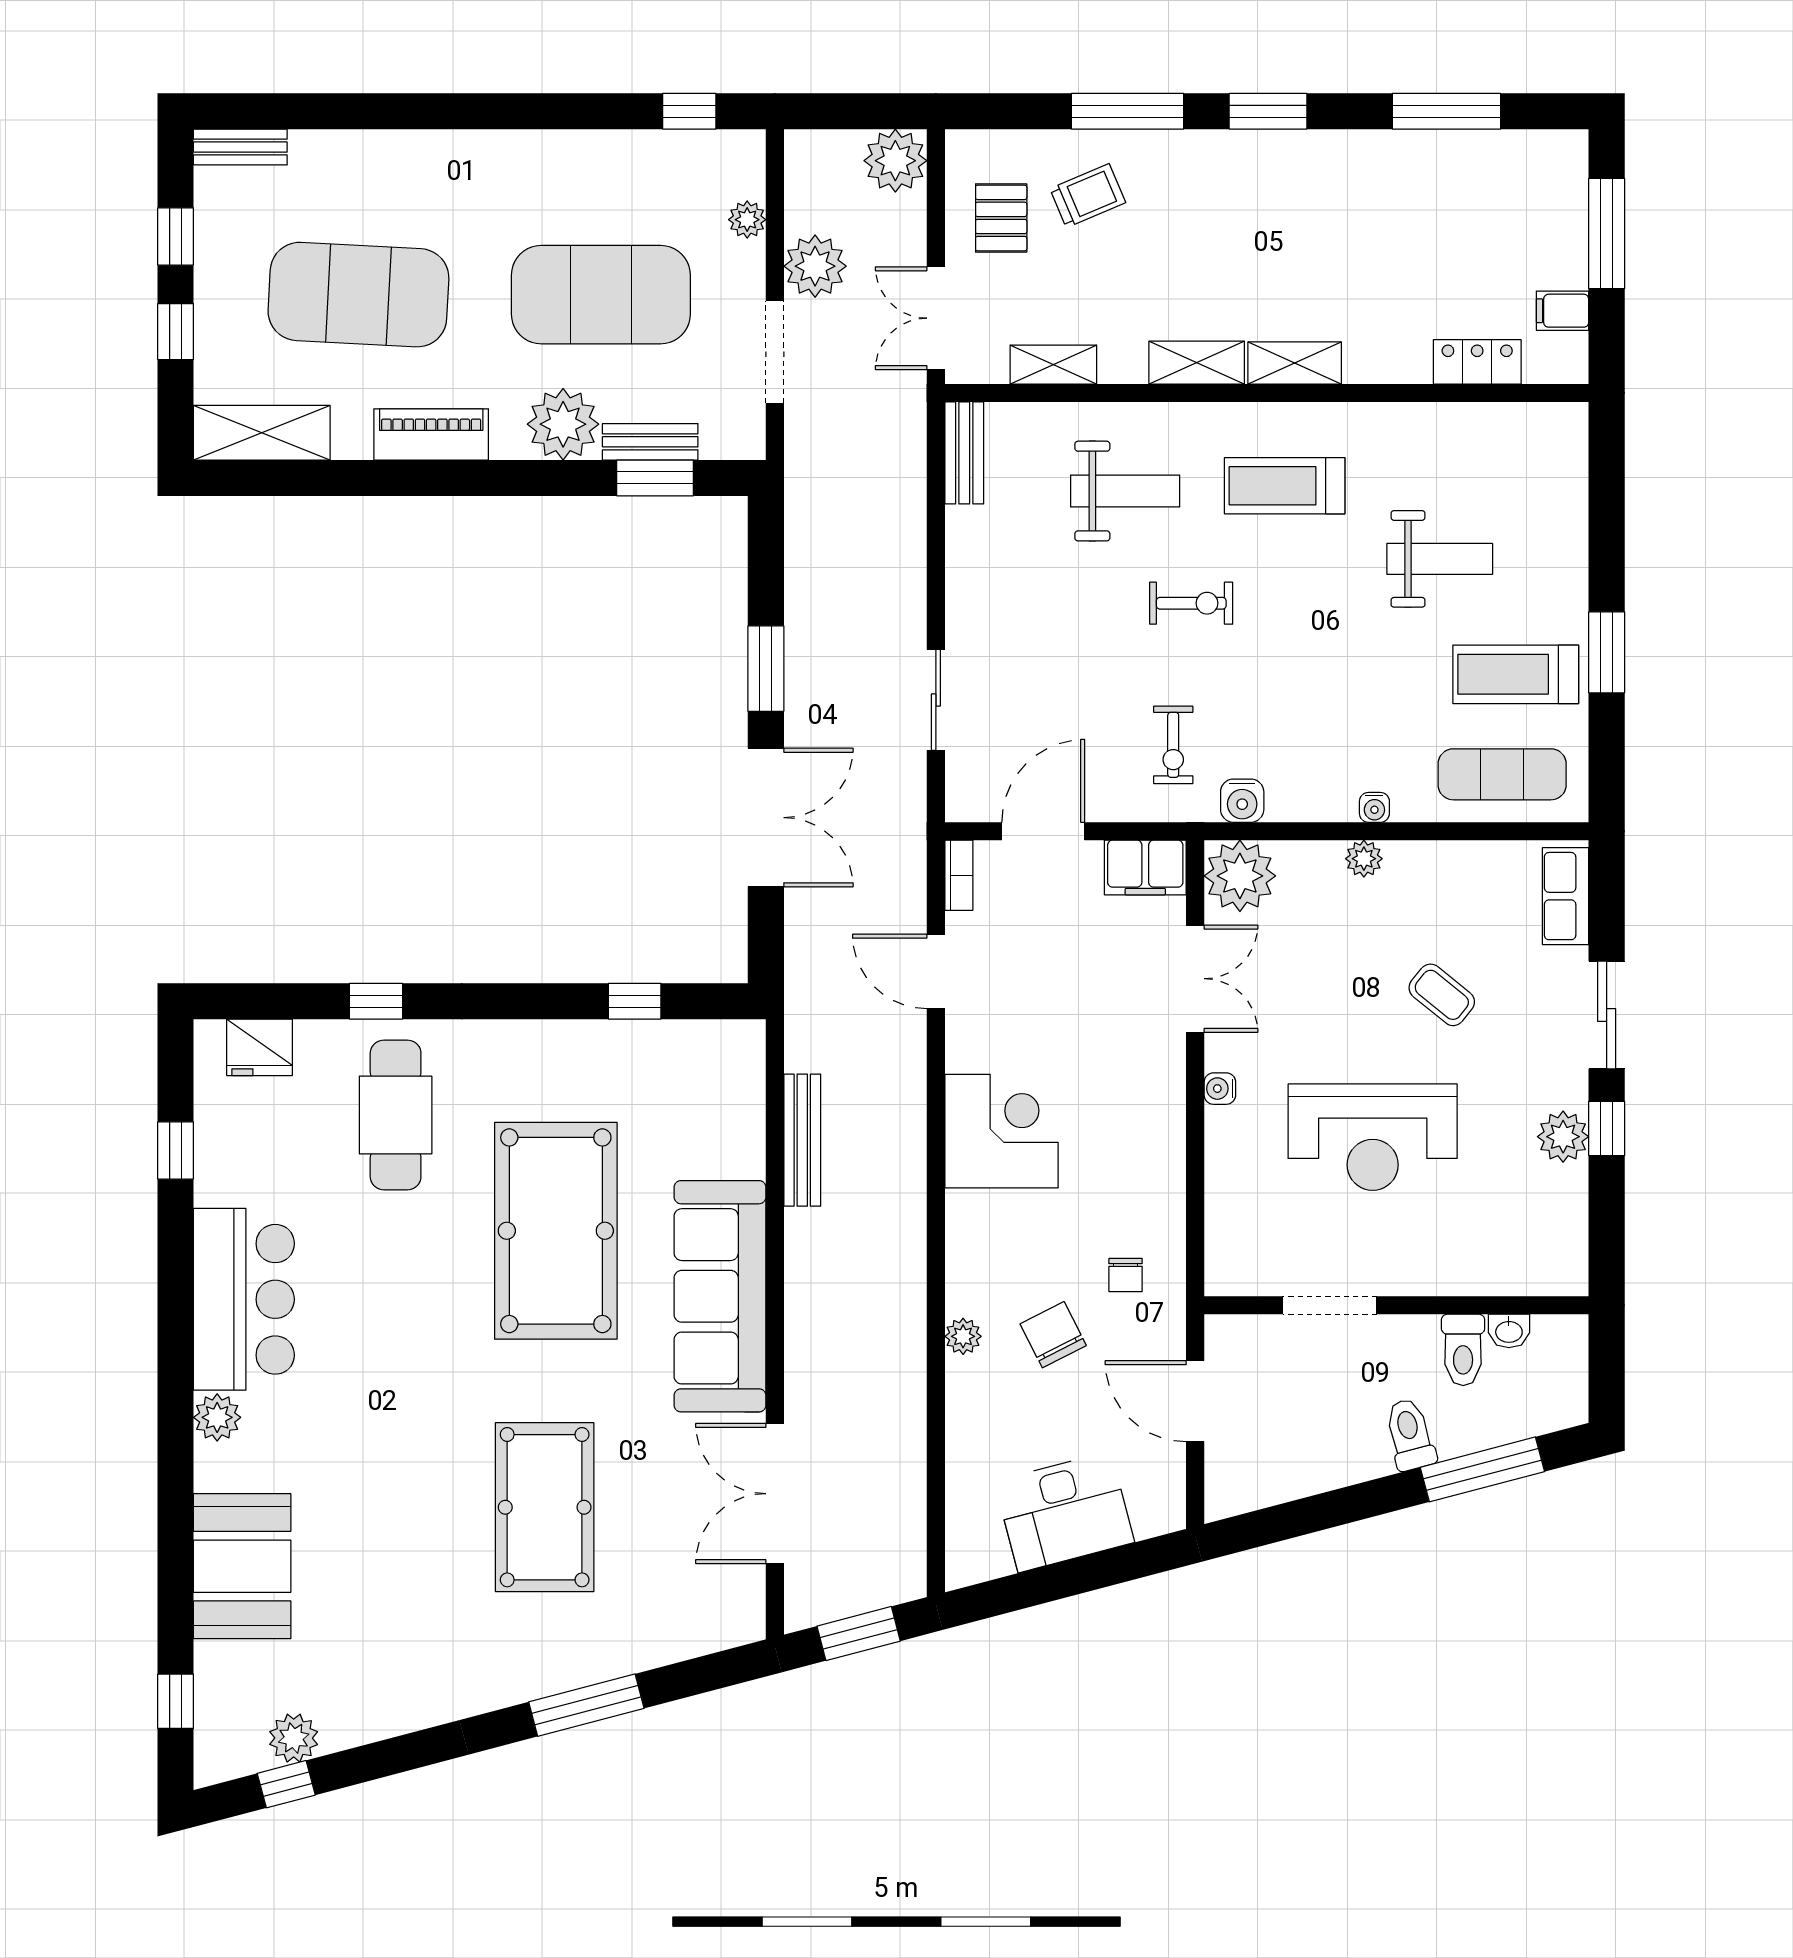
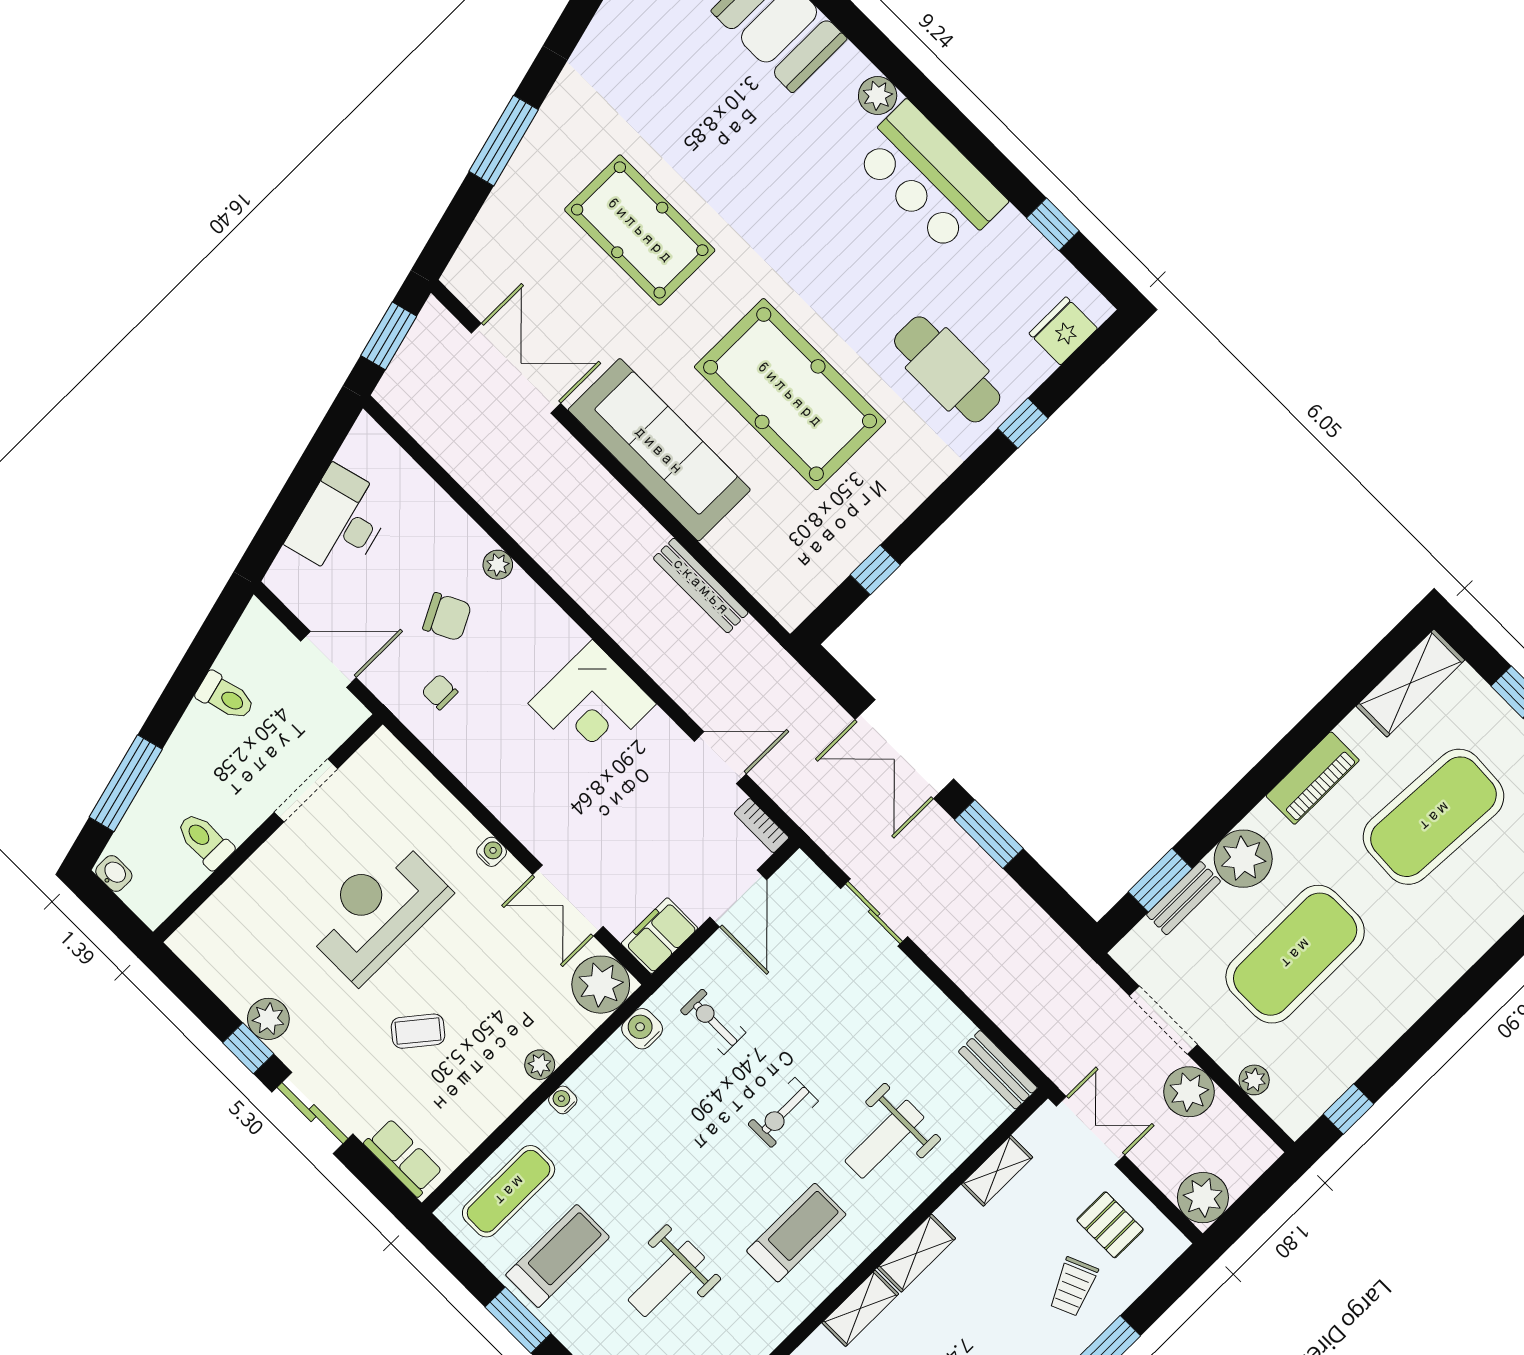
washbasin: (1509, 1331) -> (114, 874), moved, turned 90
toilet: (1410, 1434) -> (226, 697), moved

